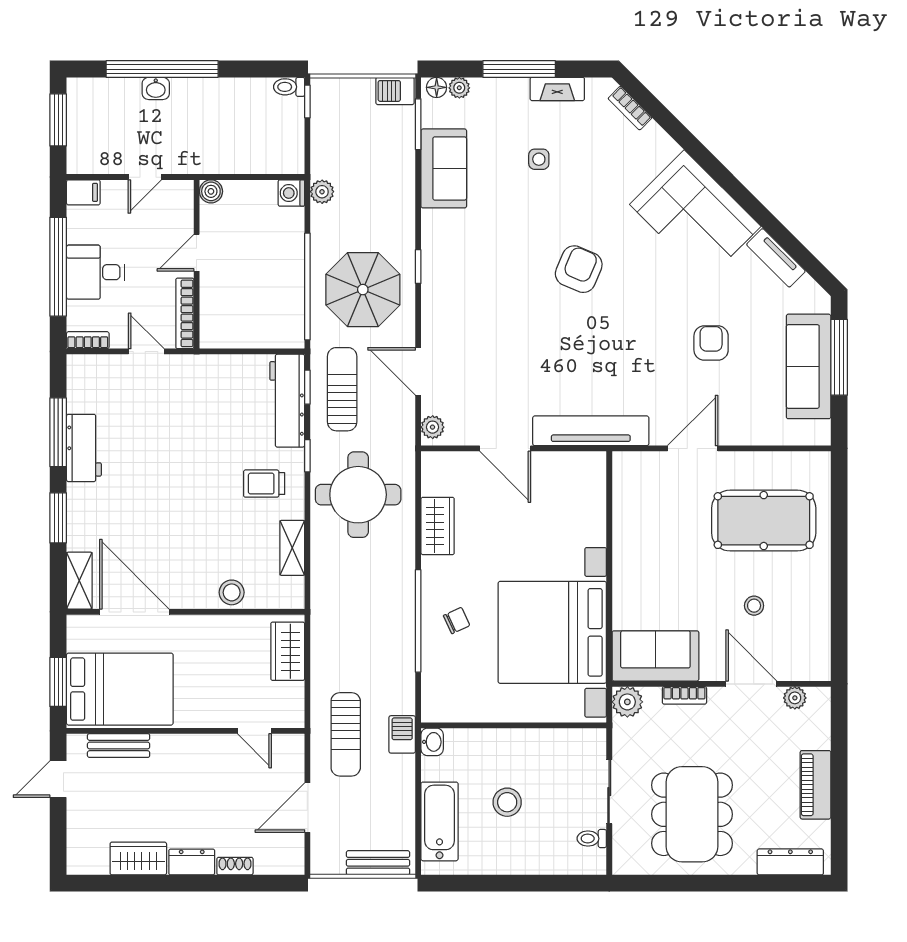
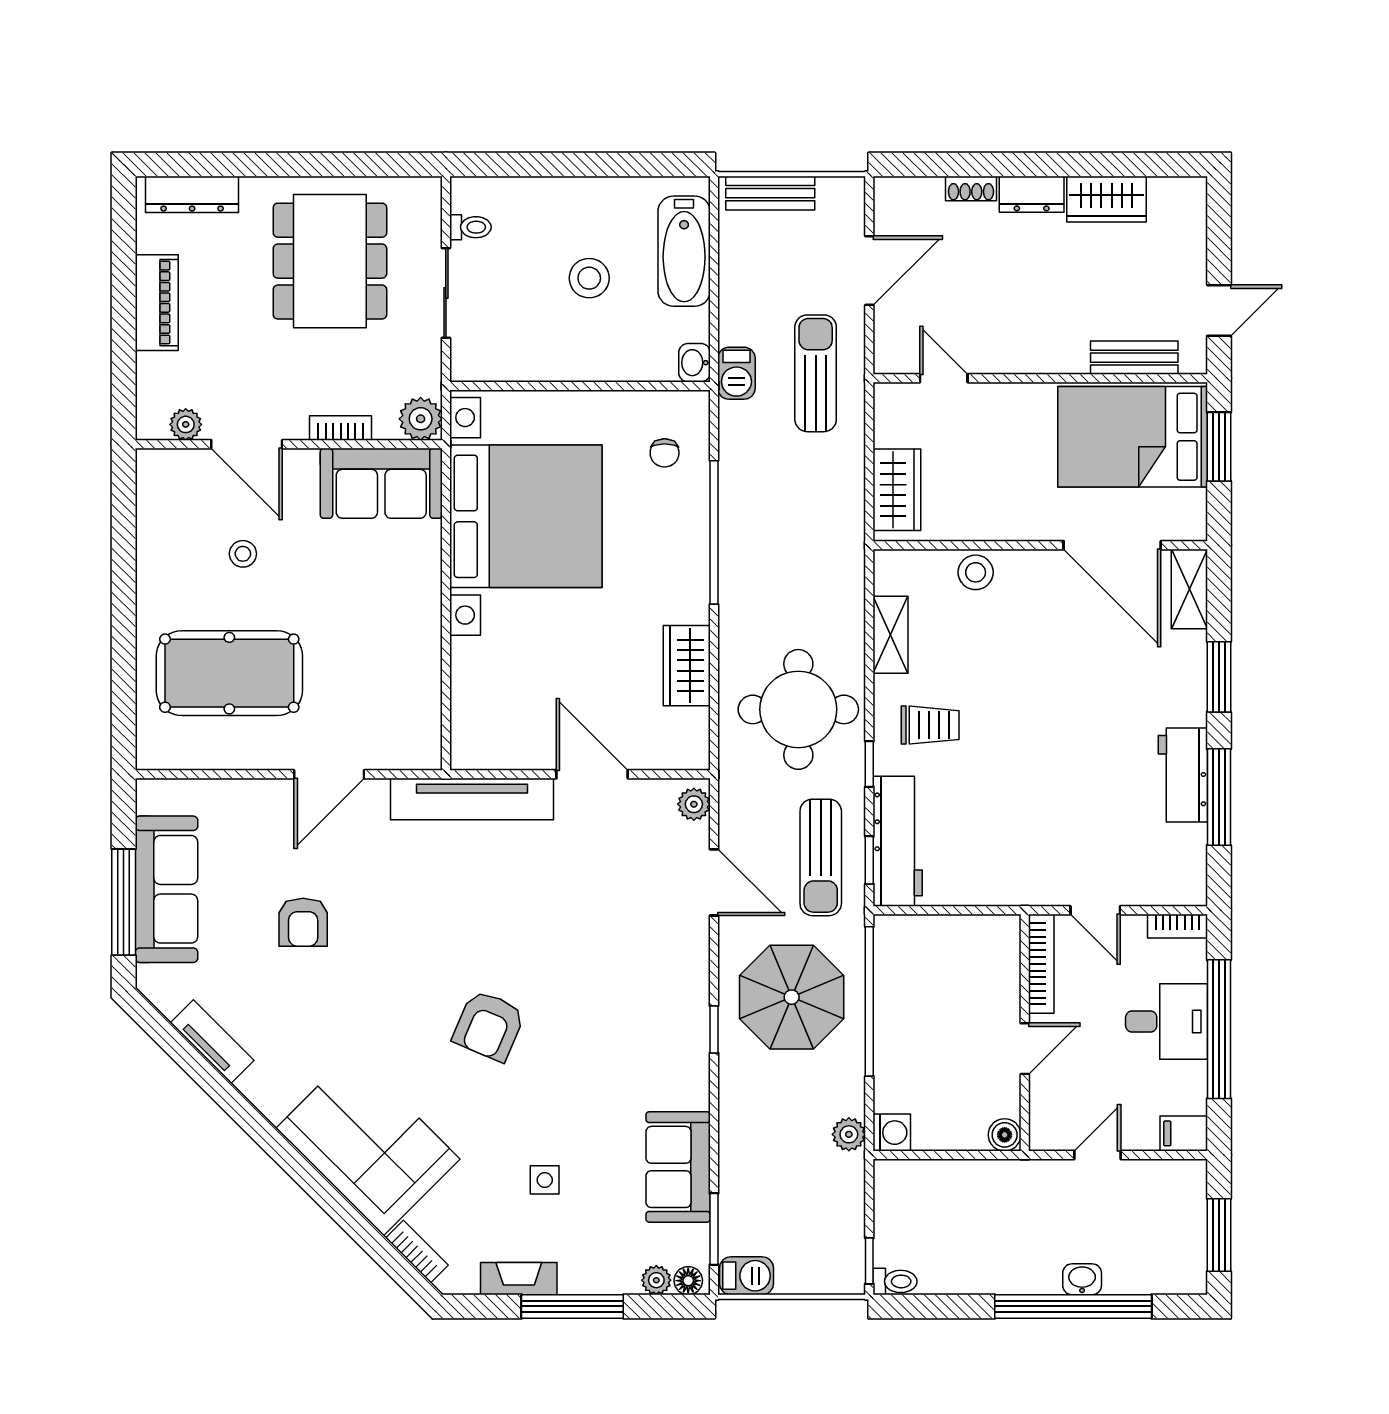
corner sofa: (695, 215) -> (368, 1144), moved
chair: (457, 620) -> (665, 453), moved, turned -65

